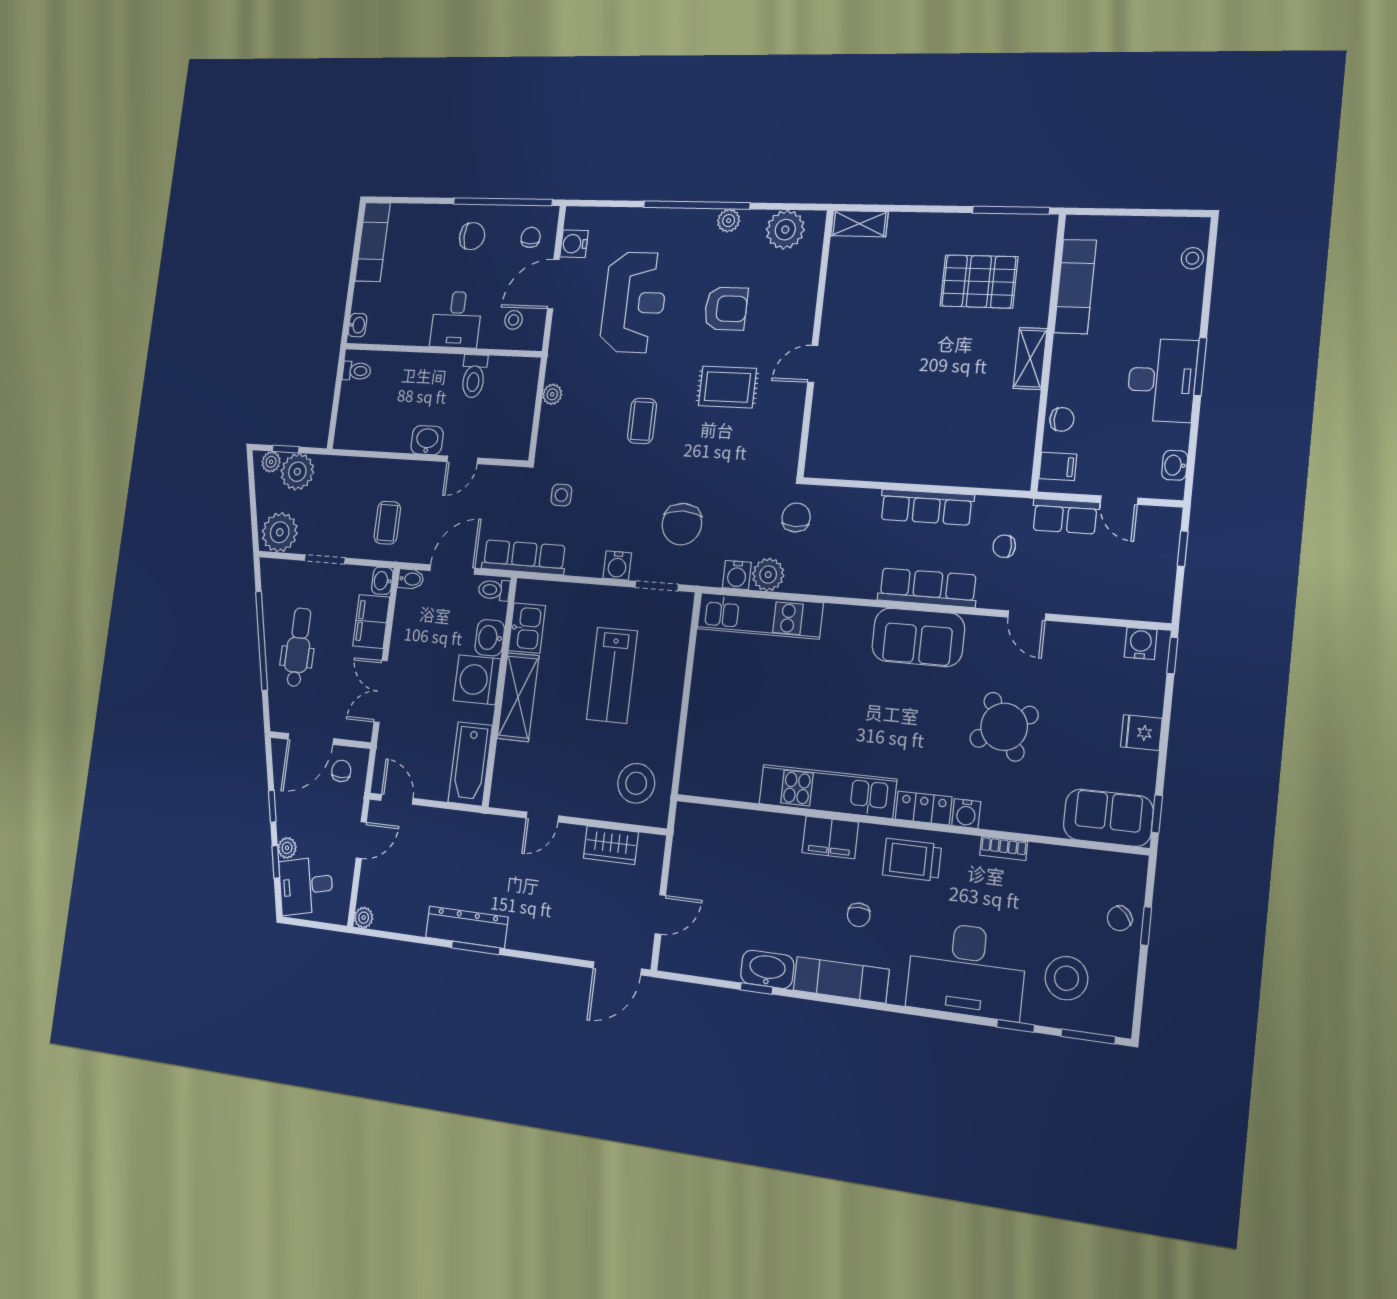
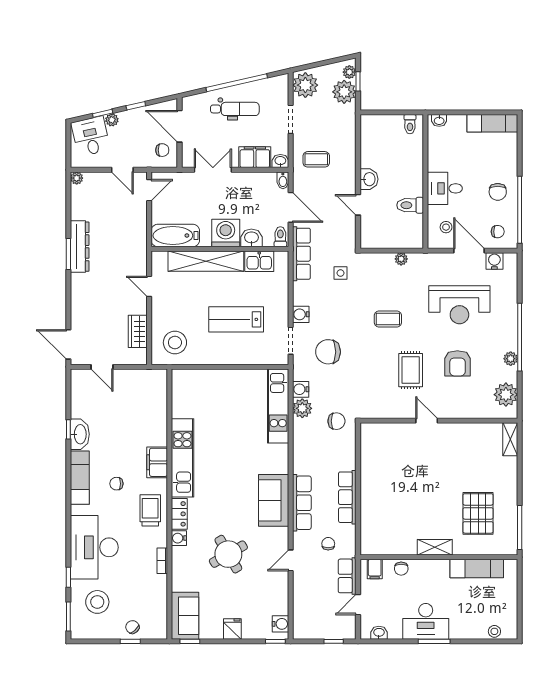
shelving: (518, 697) -> (206, 261), width x1.47

